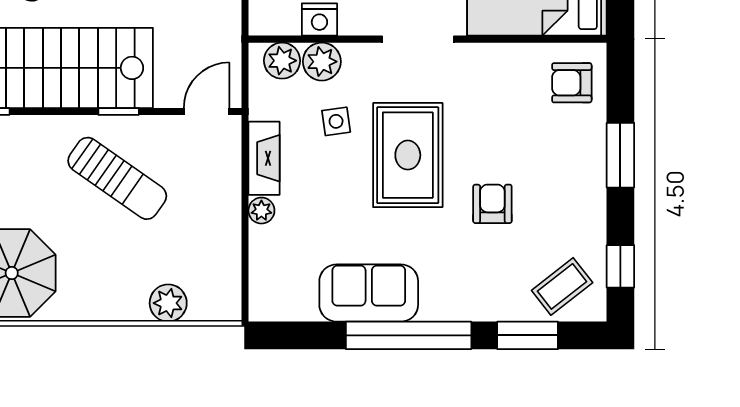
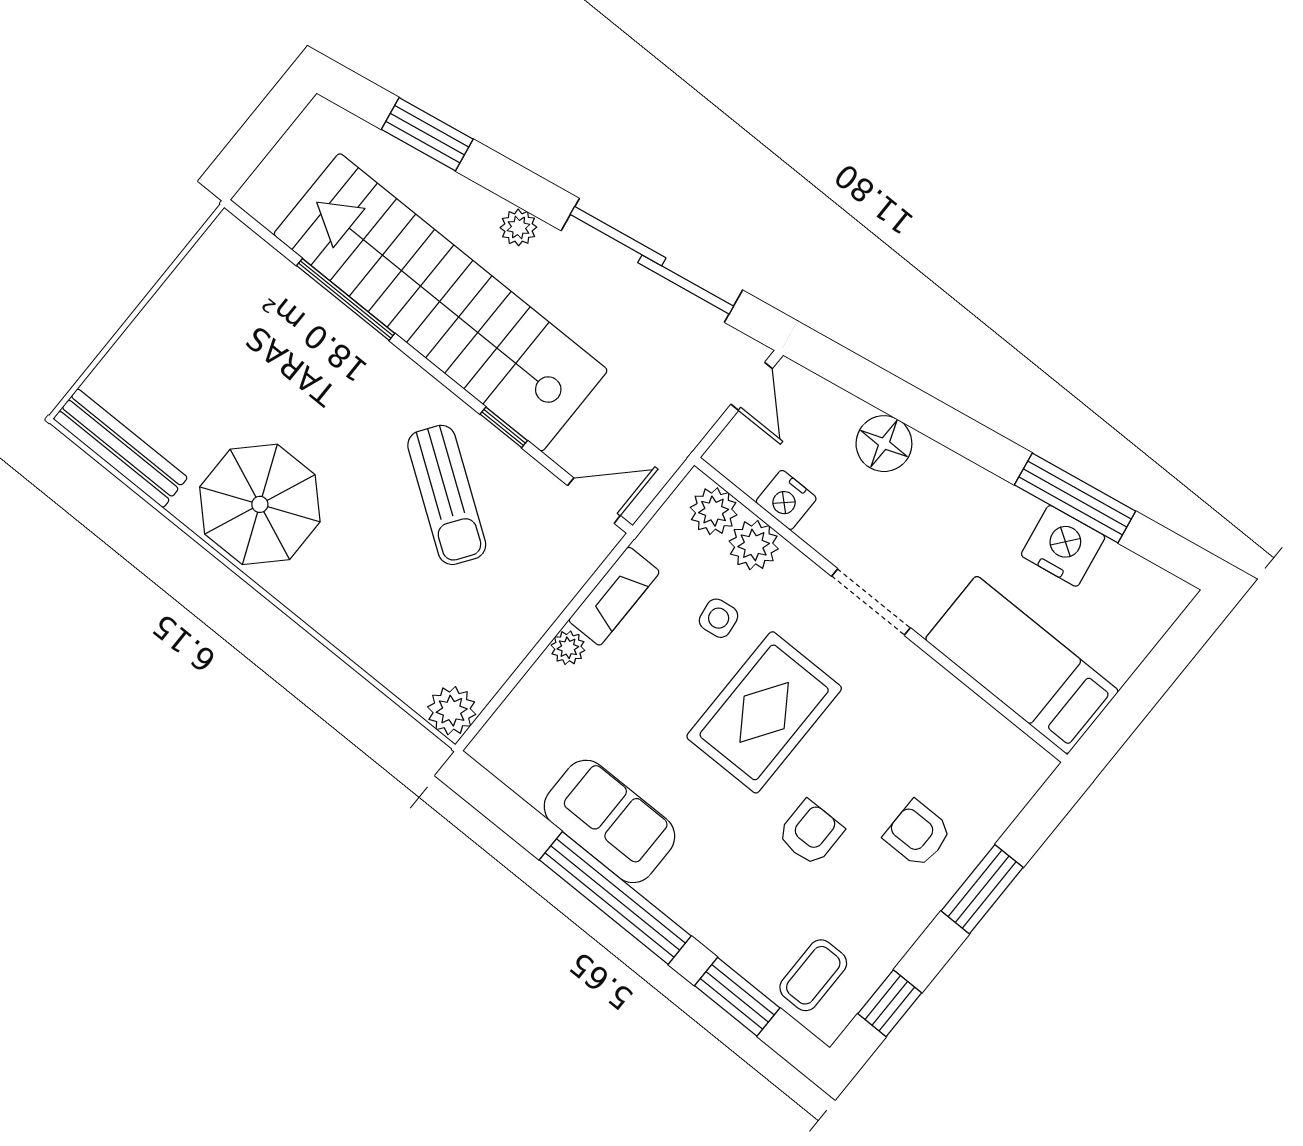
armchair: (572, 83) -> (918, 834), moved
coffee table: (562, 286) -> (813, 975), turned -52
plant: (168, 303) -> (452, 711), moved

